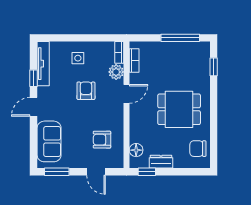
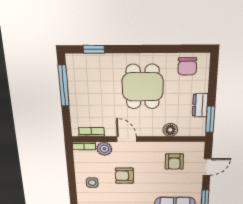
floor lamp: (136, 150) -> (170, 130), moved
window: (147, 172) -> (210, 119), width x1.50

